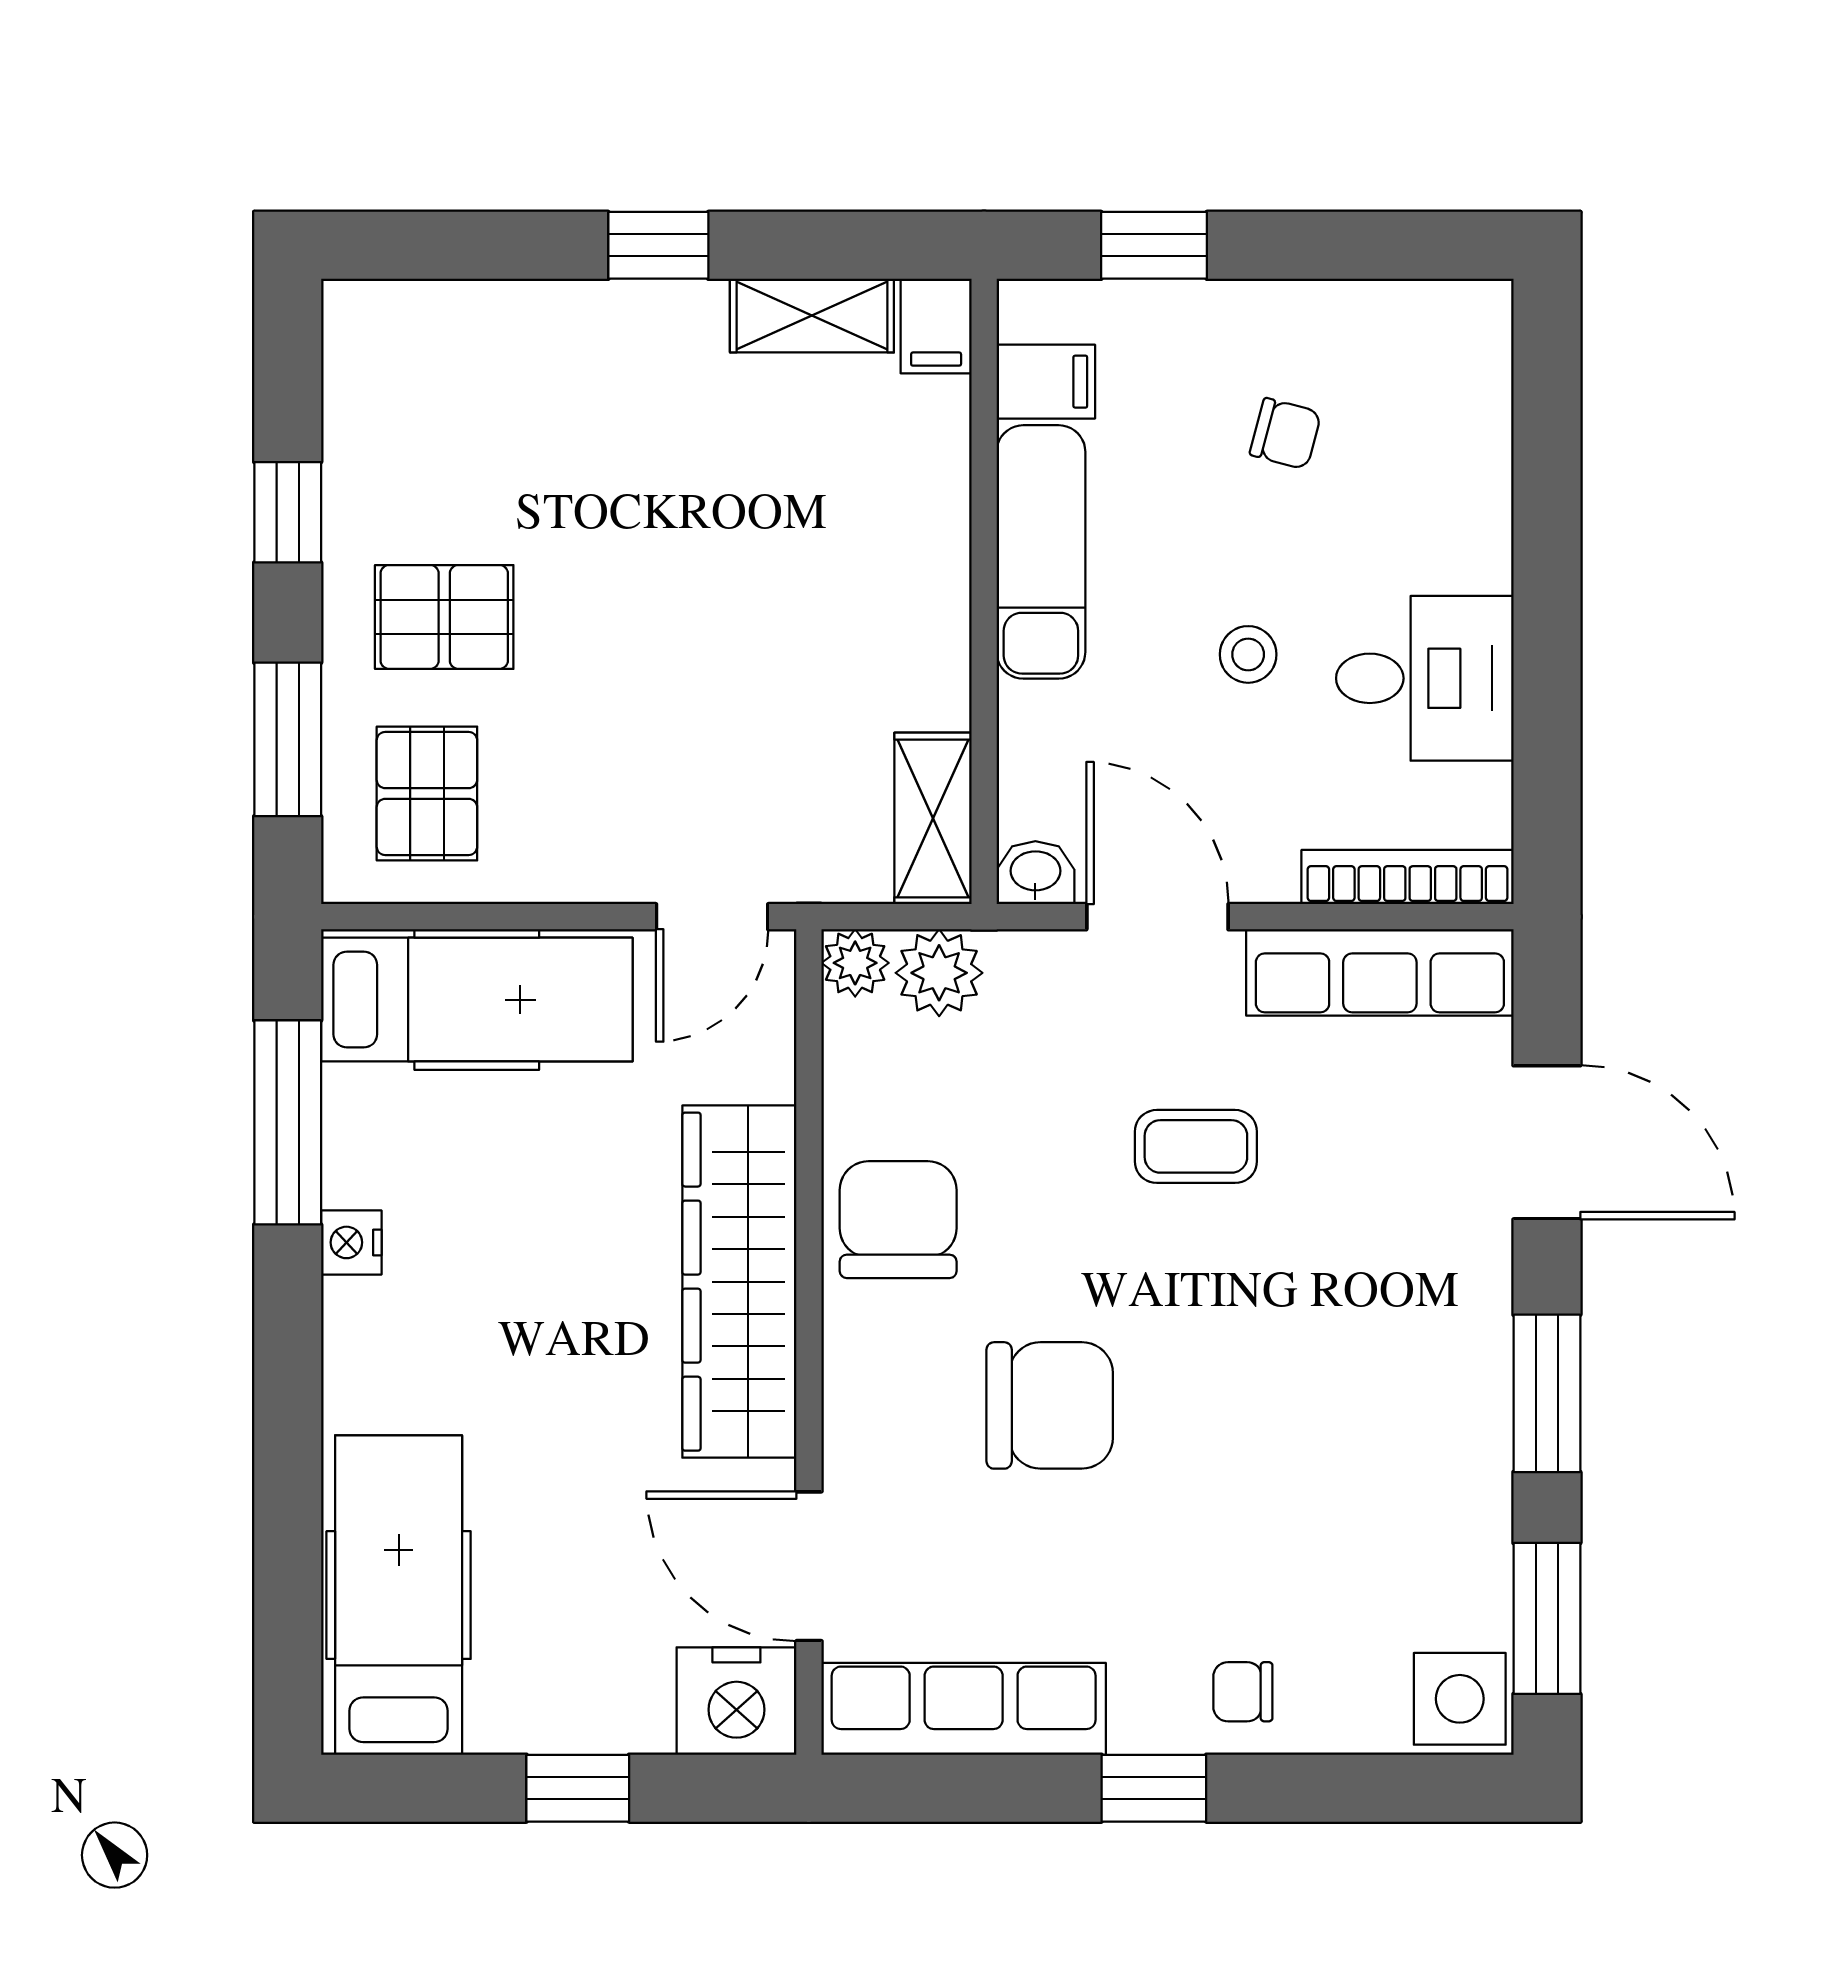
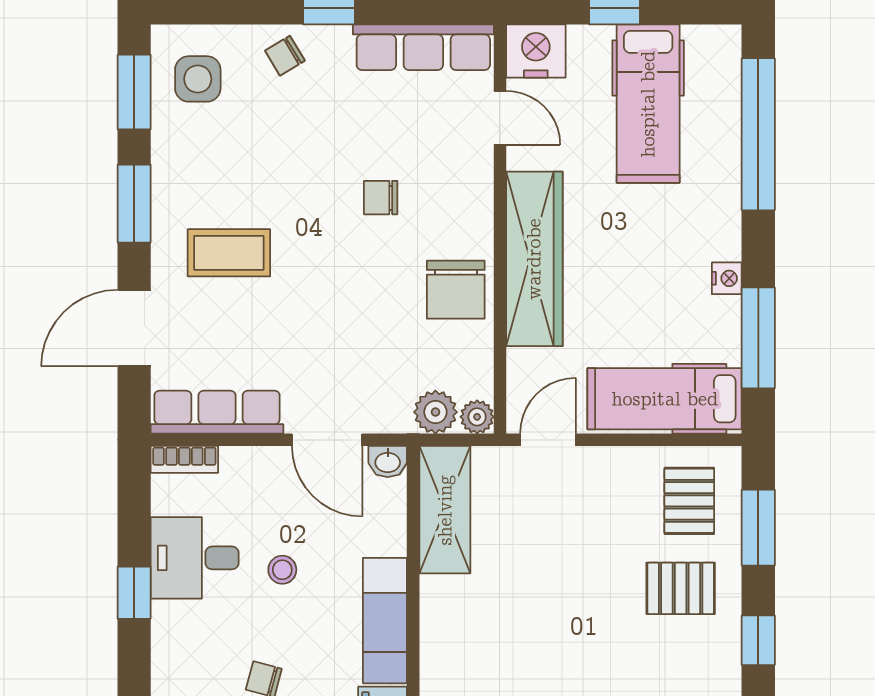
window: (1547, 608) -> (134, 593), added
shelving: (933, 818) -> (445, 510), width x1.50, depth x1.33
bookcase: (1408, 877) -> (184, 459), width x0.64
door: (1547, 1142) -> (134, 328), hinge flipped
coffee table: (1196, 1146) -> (229, 253), moved, width x1.36, depth x1.30
chair: (1050, 1405) -> (381, 198), width x0.54, depth x0.54
window: (288, 1533) -> (758, 134), added
door: (809, 1566) -> (500, 118), width x0.73
hospital bed: (399, 1595) -> (648, 104), moved
chair: (1243, 1692) -> (285, 56), turned 149
side table: (1460, 1699) -> (198, 79), moved

